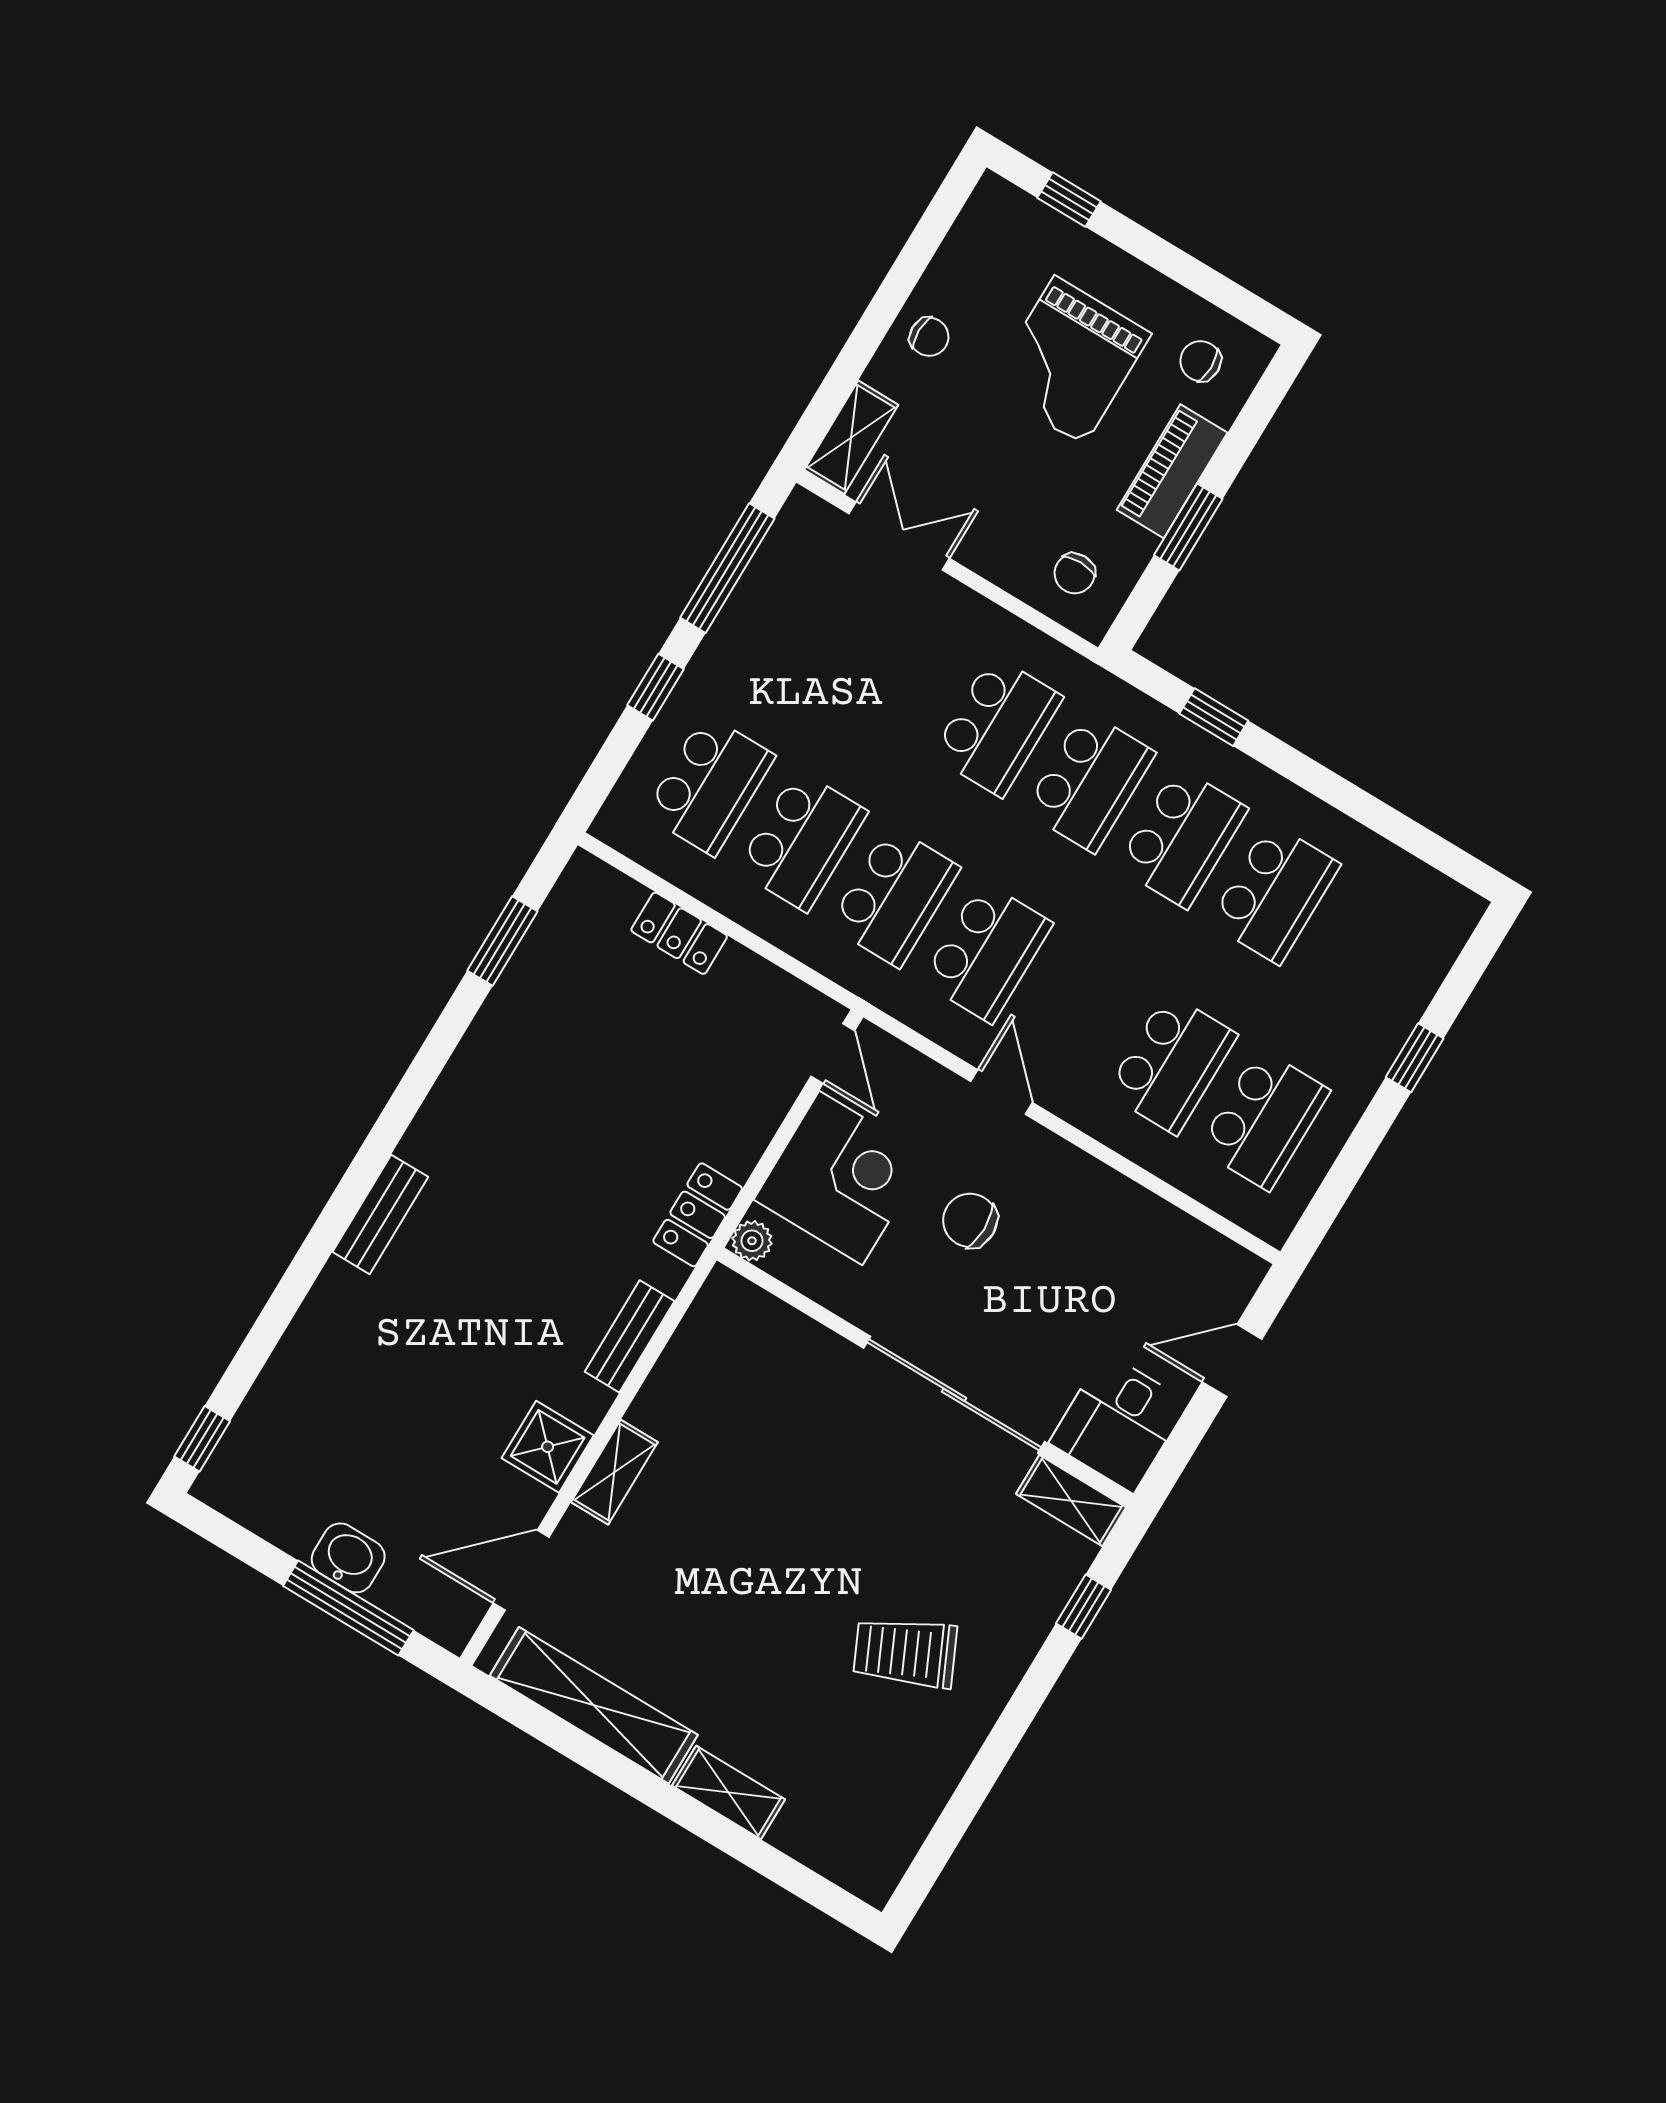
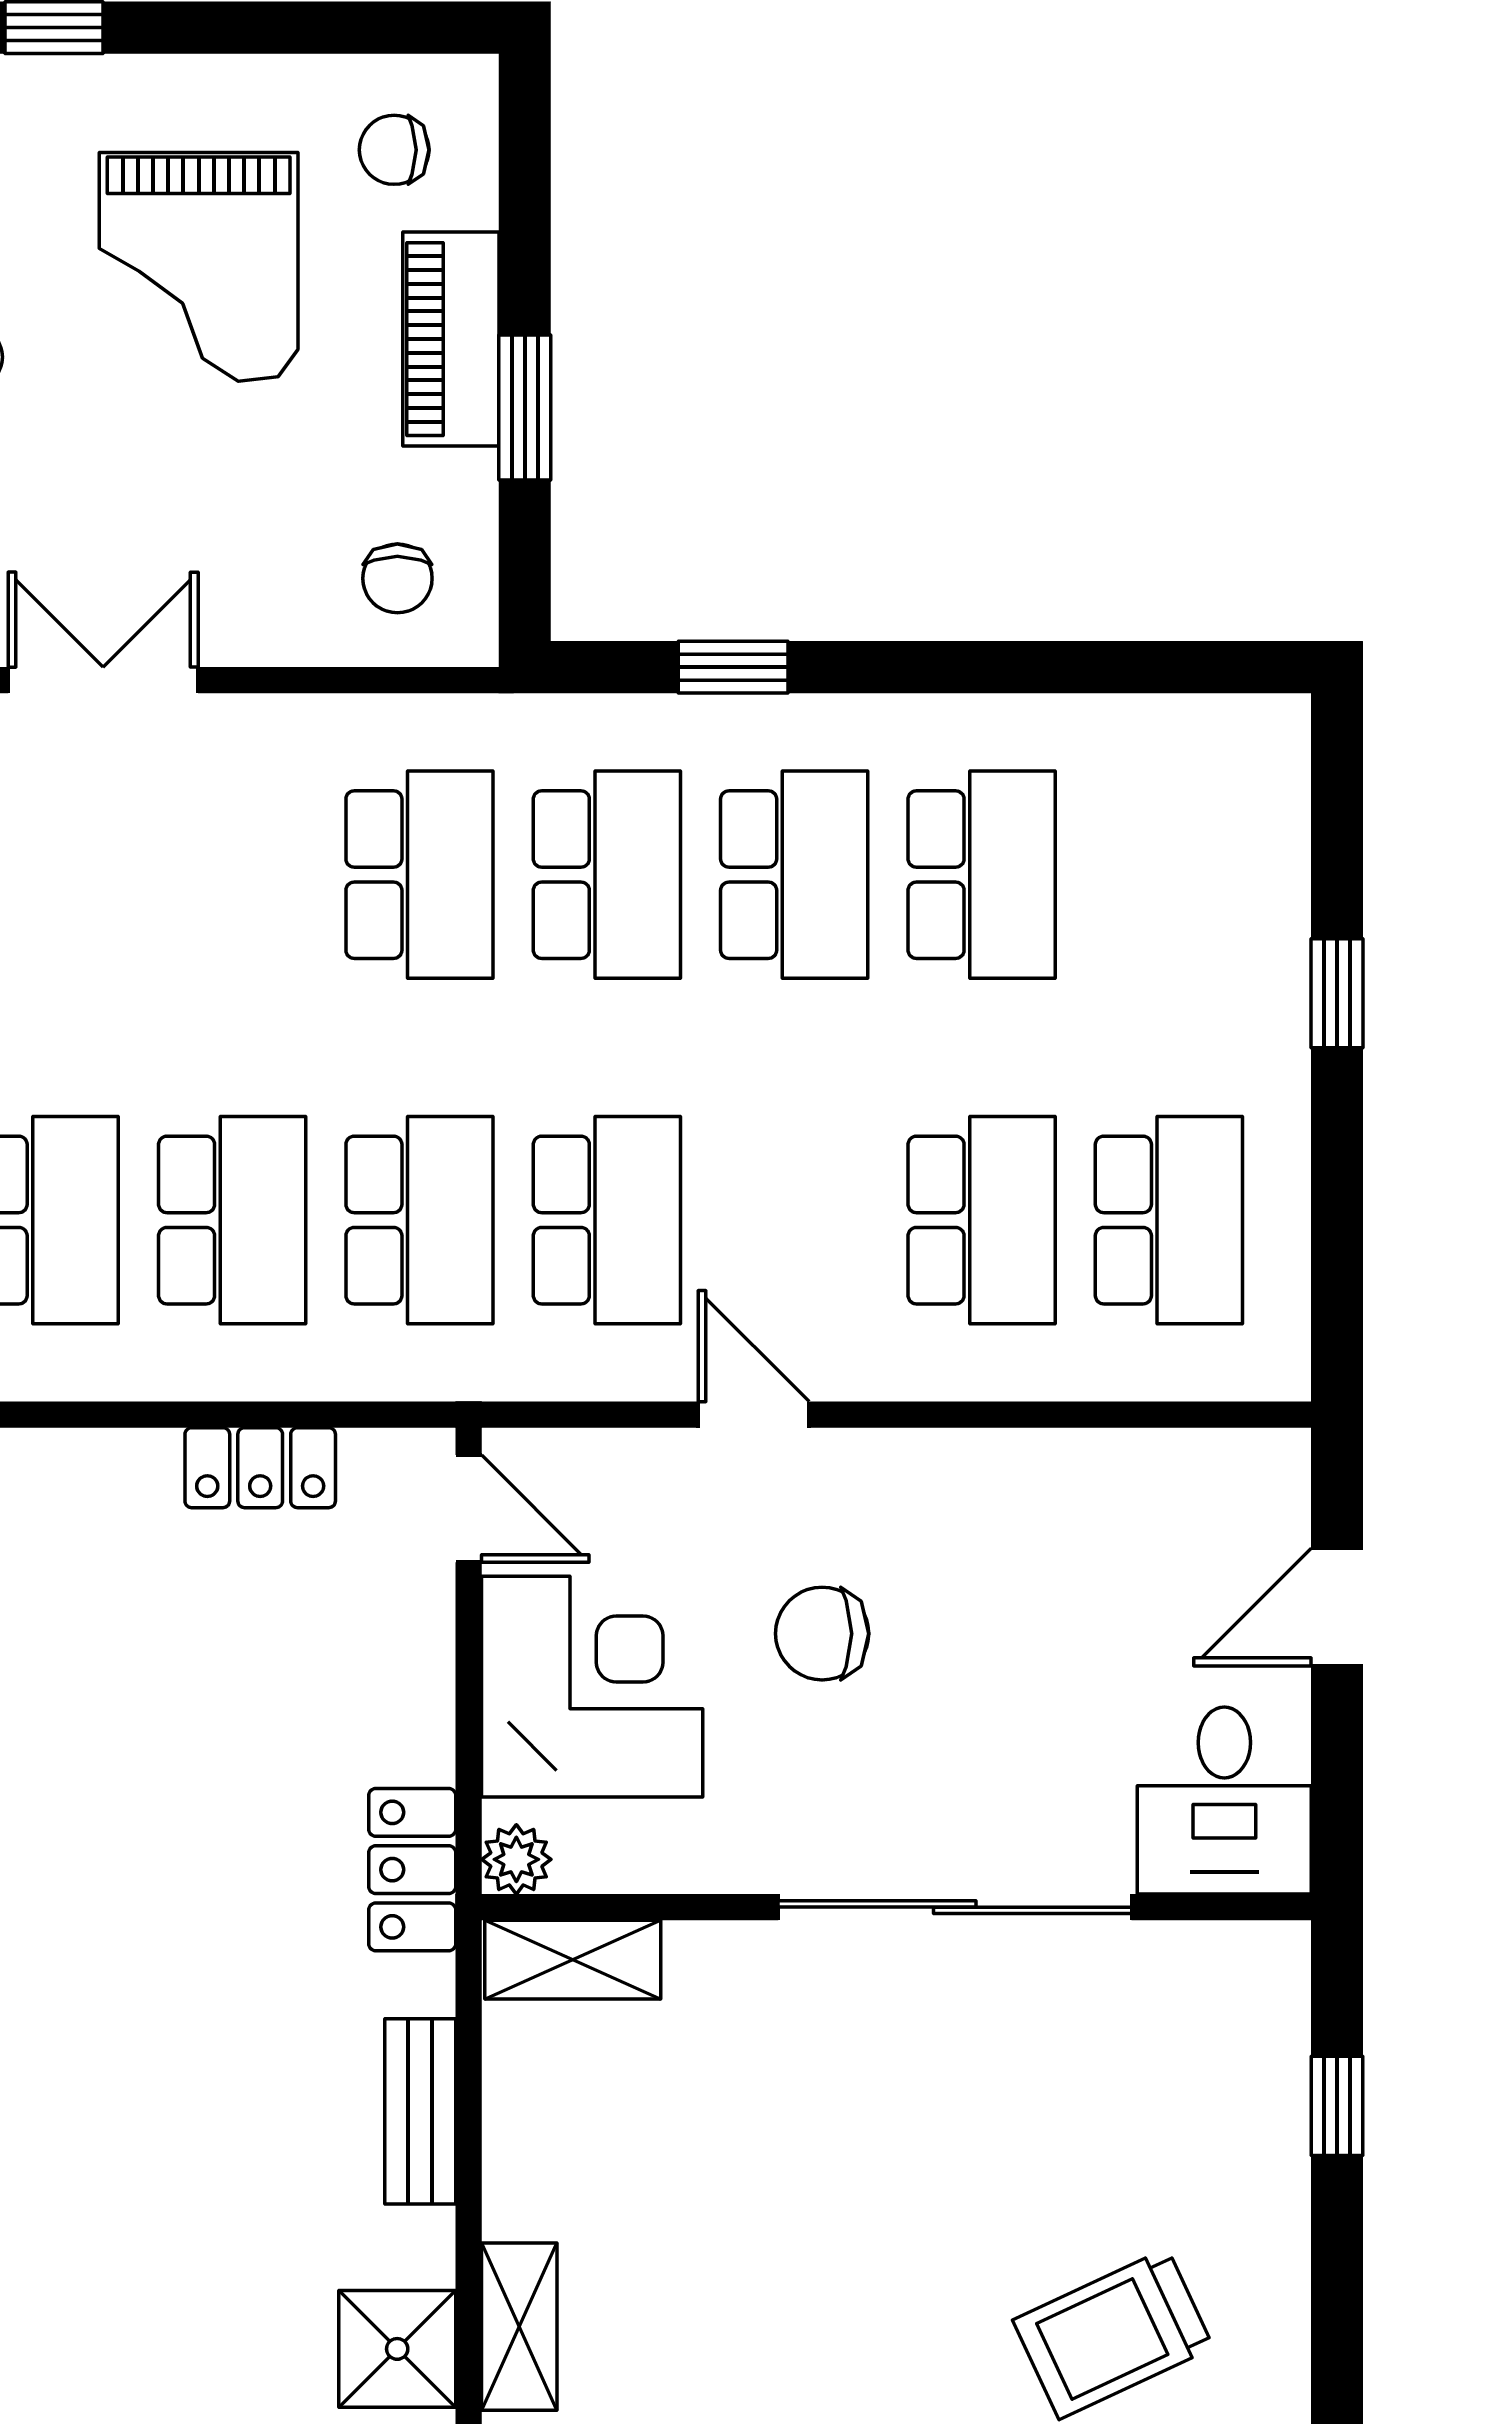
locker: (679, 933) -> (260, 1468), moved
shelving: (1071, 1501) -> (573, 1960), moved

